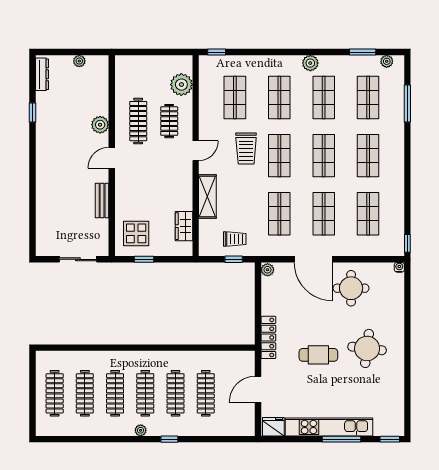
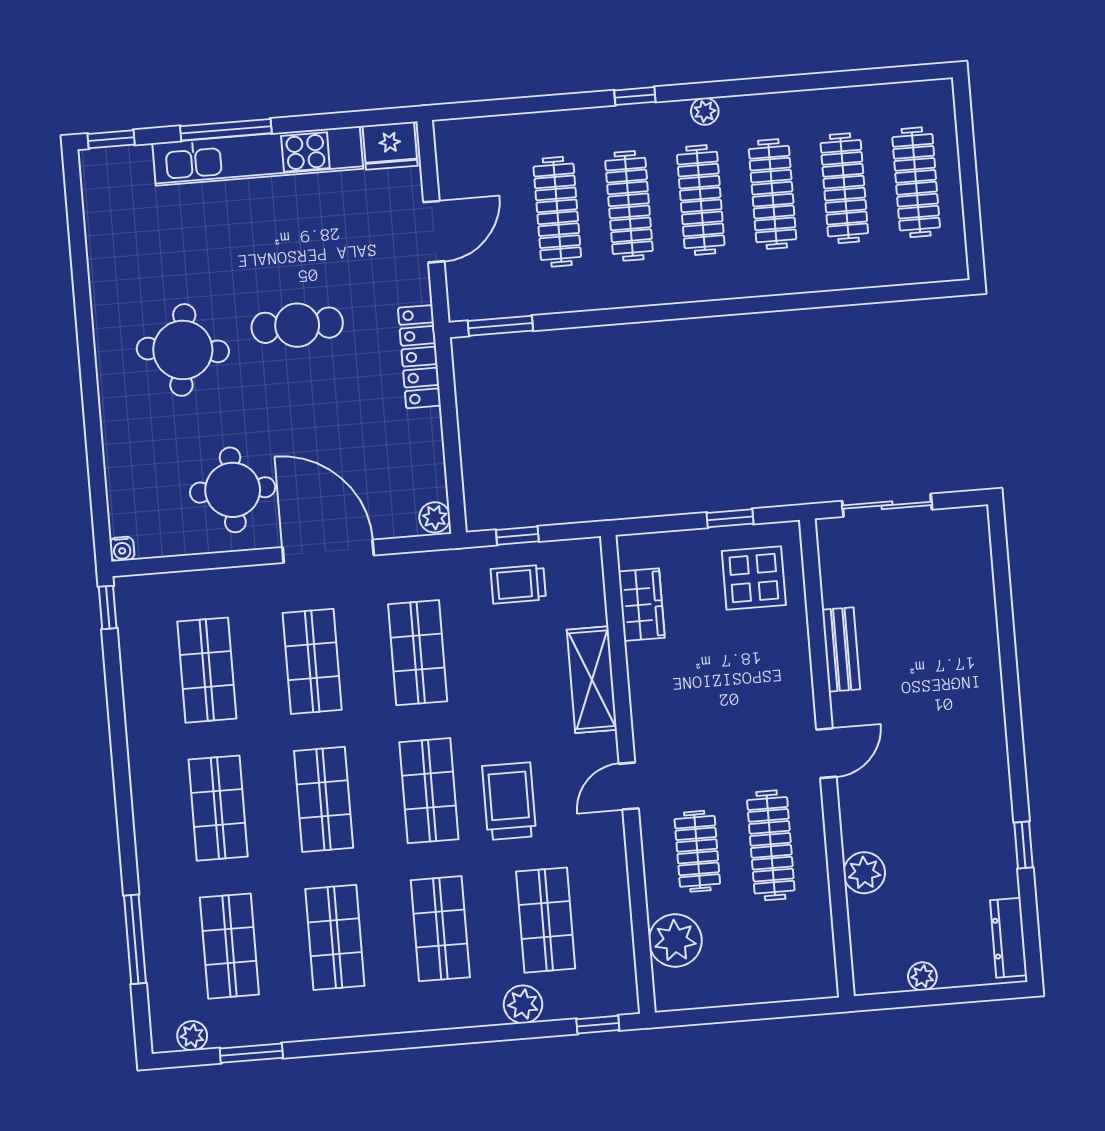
plant: (310, 63) -> (523, 1004), moved
plant: (100, 125) -> (864, 873), moved
window: (233, 348) -> (500, 326), added

